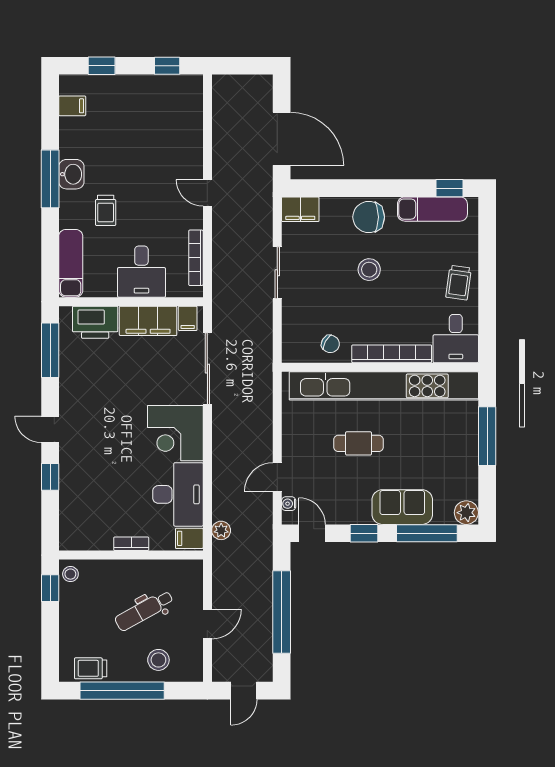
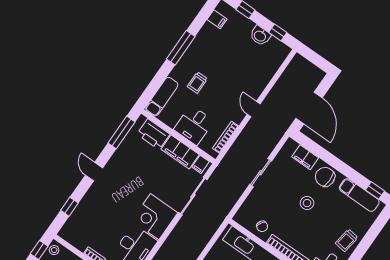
washbasin: (71, 174) -> (260, 36), moved, turned 90
filing cabinet: (300, 209) -> (305, 157), moved
window: (50, 477) -> (69, 207), moved

